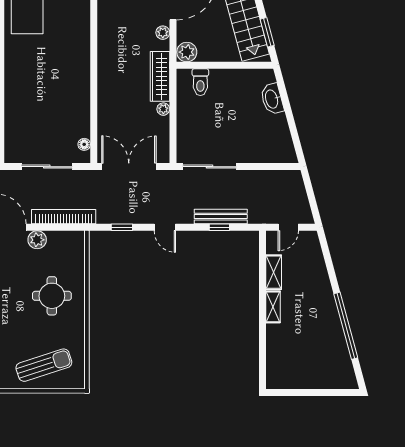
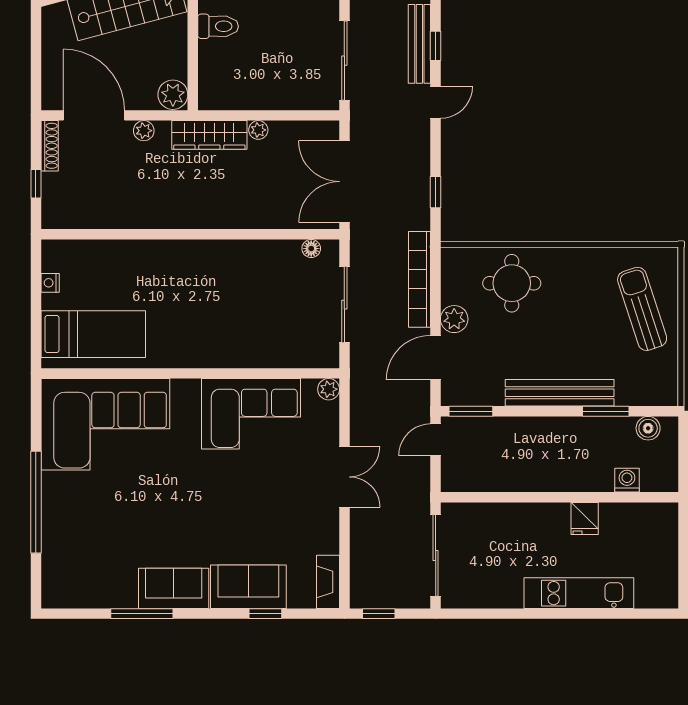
toilet: (200, 82) -> (218, 26), moved
door: (165, 227) -> (436, 102), moved
round table: (52, 296) -> (512, 283), moved

